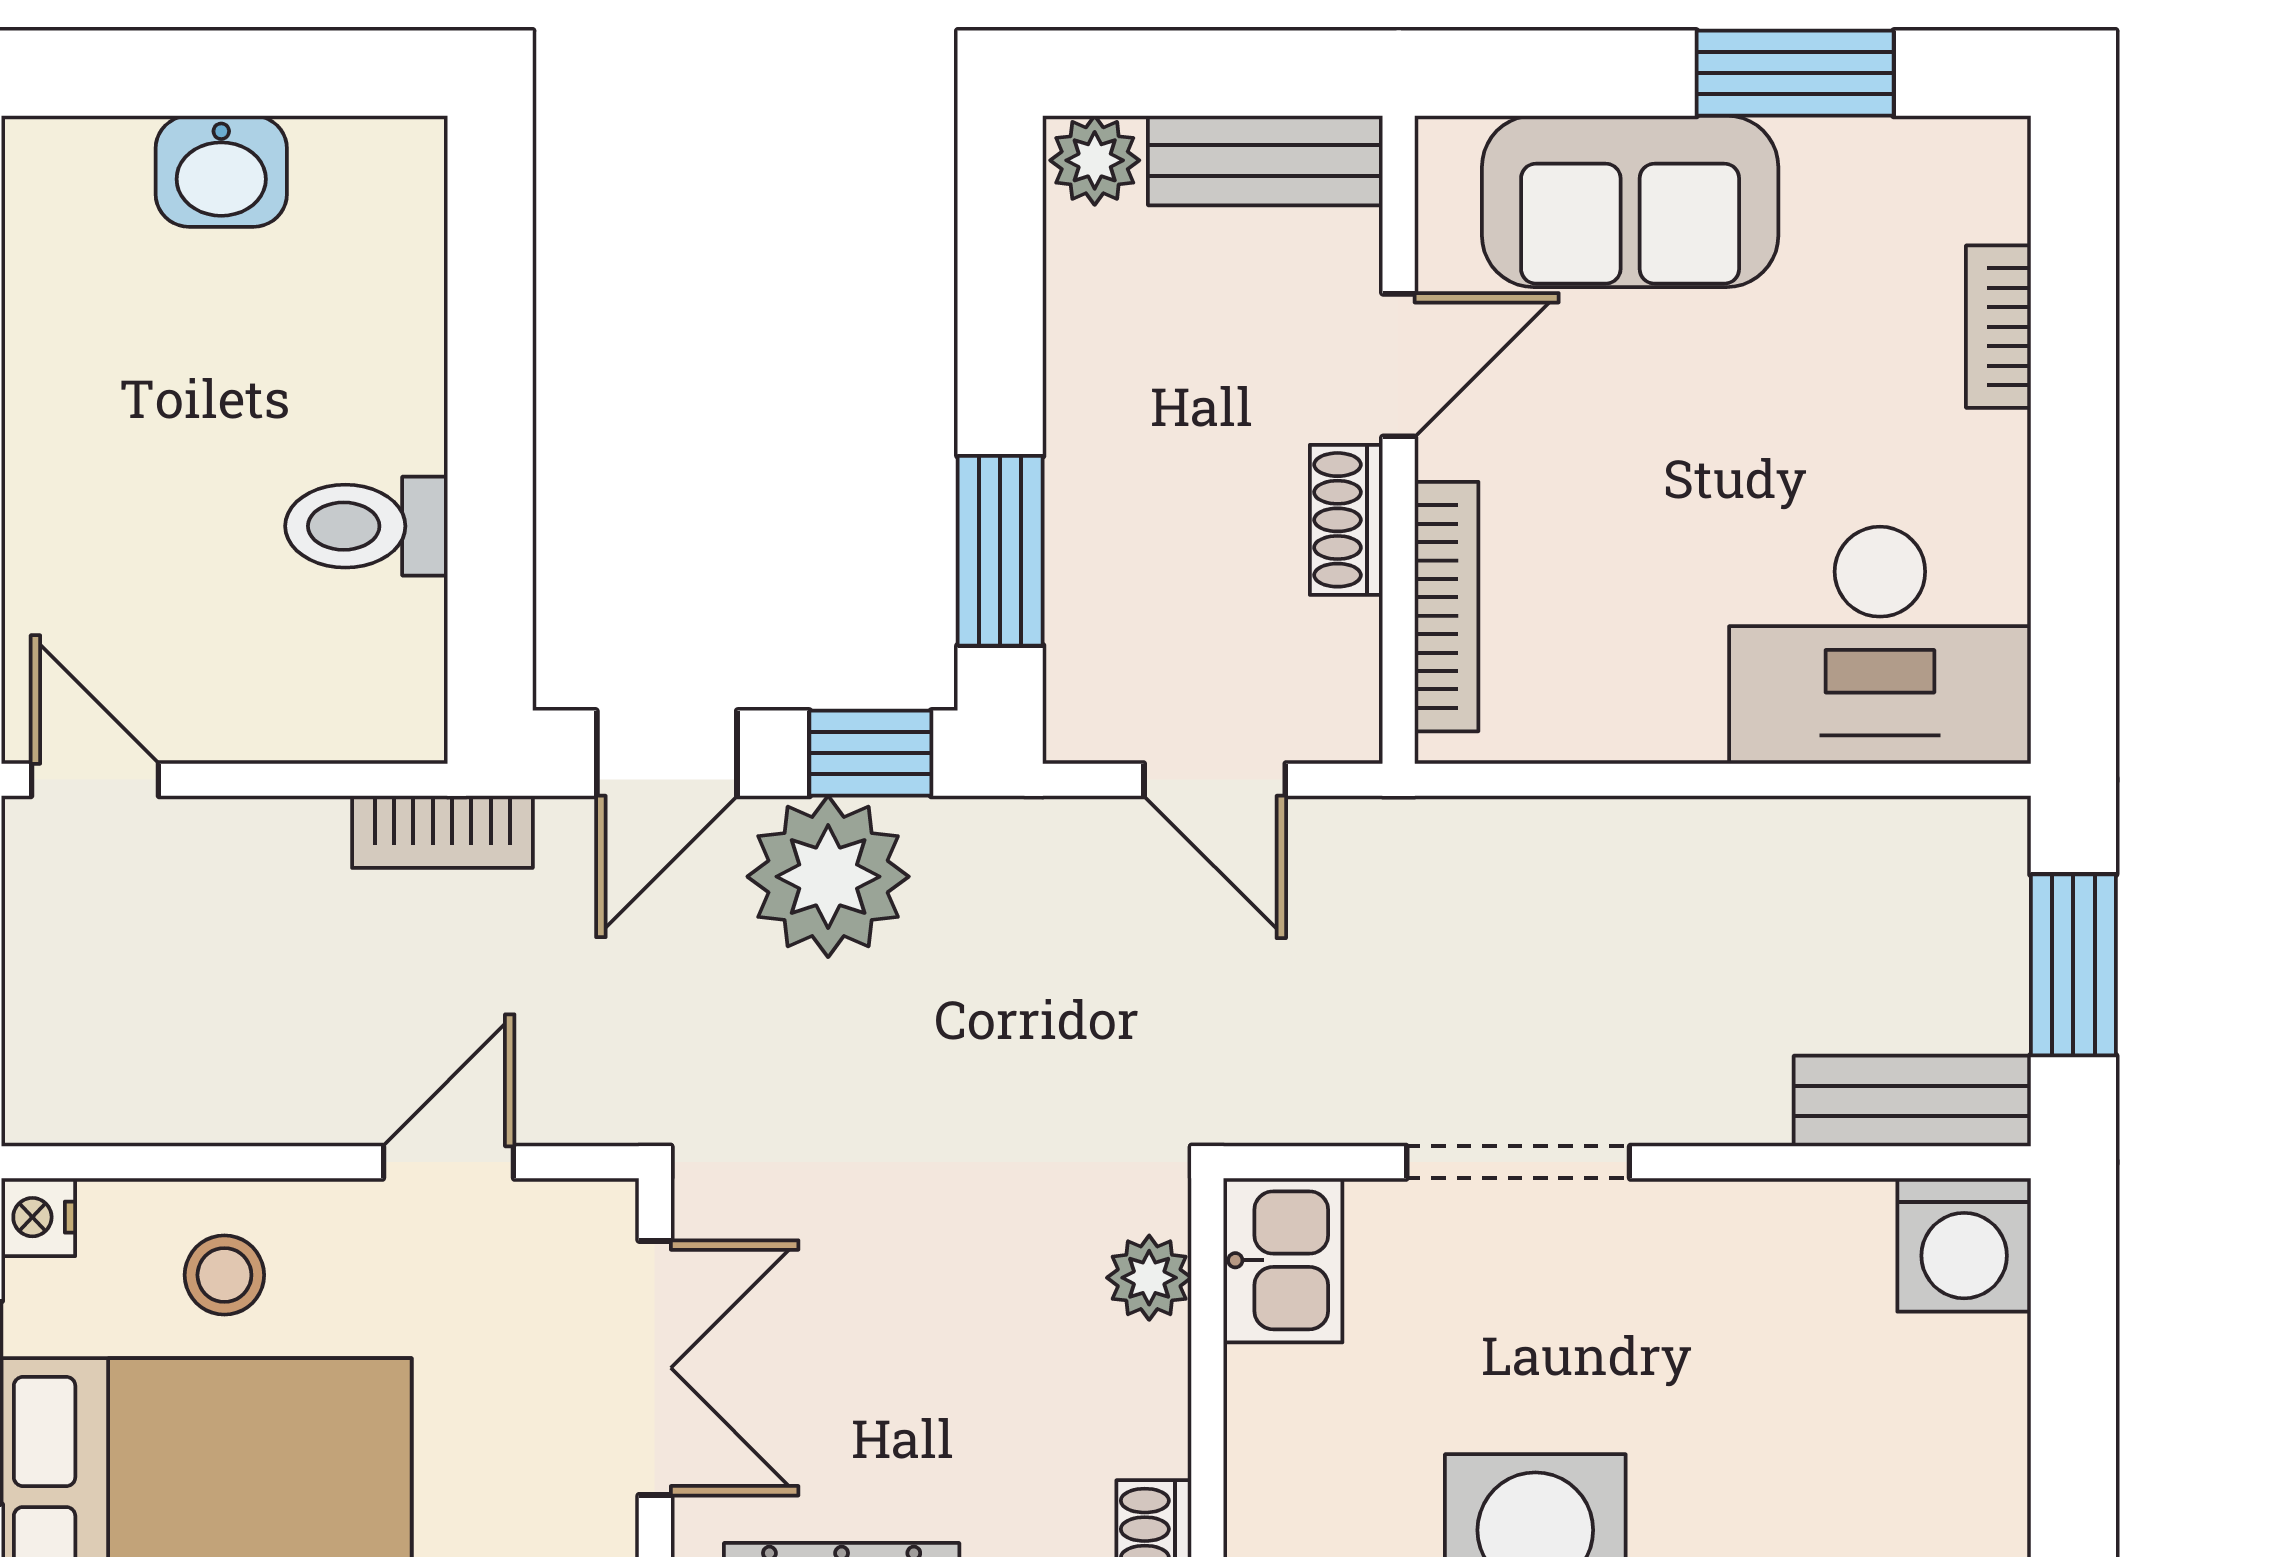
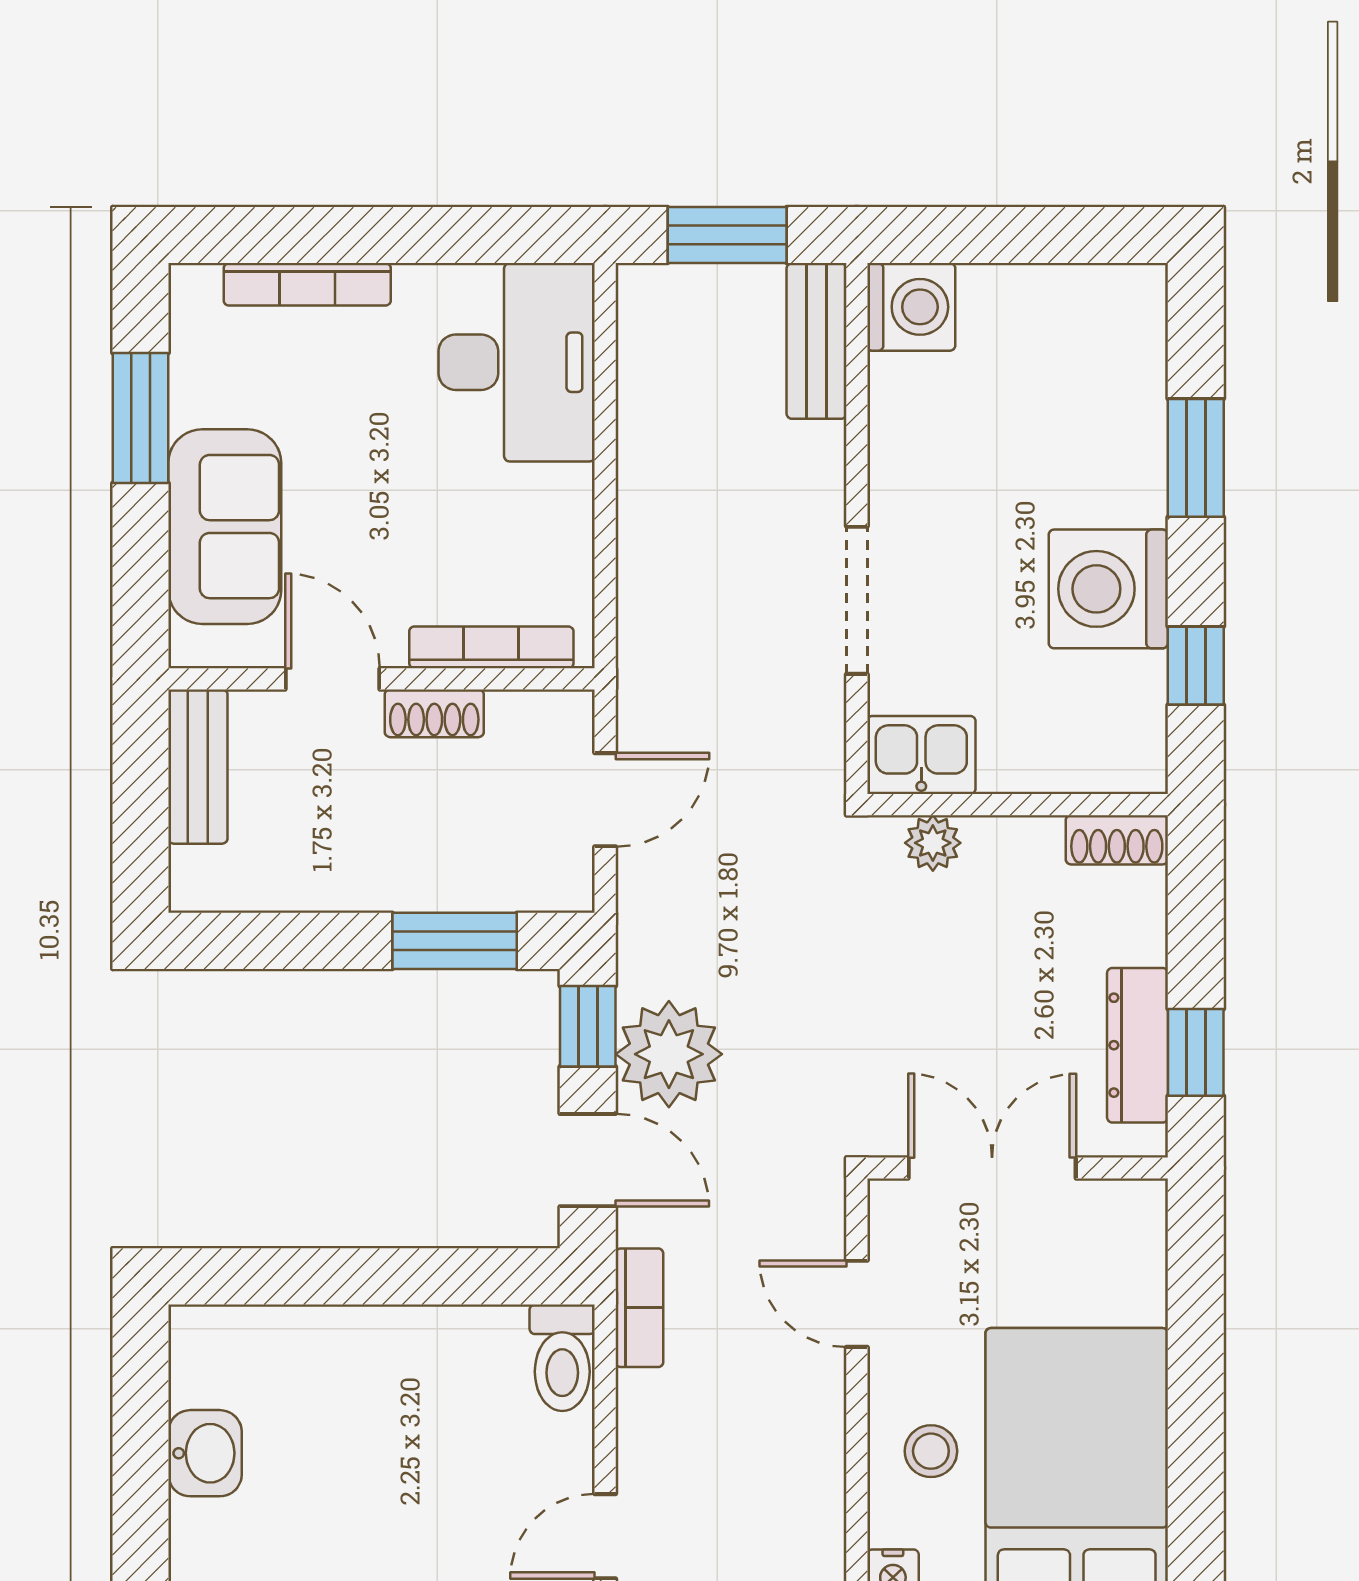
plant: (1095, 160) -> (198, 879), removed
bookcase: (1998, 327) -> (307, 284), width x1.56
toilet: (366, 526) -> (562, 1358), moved

